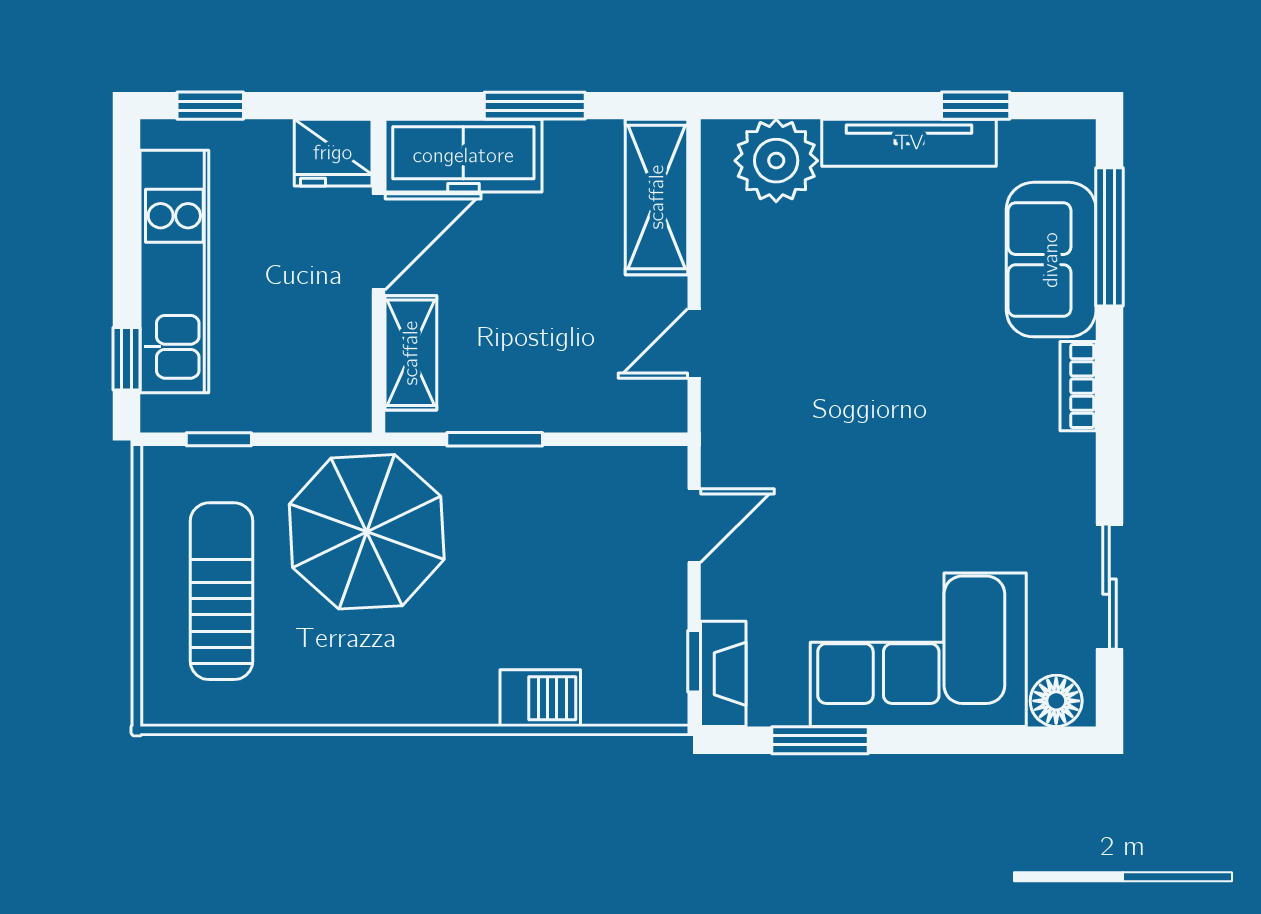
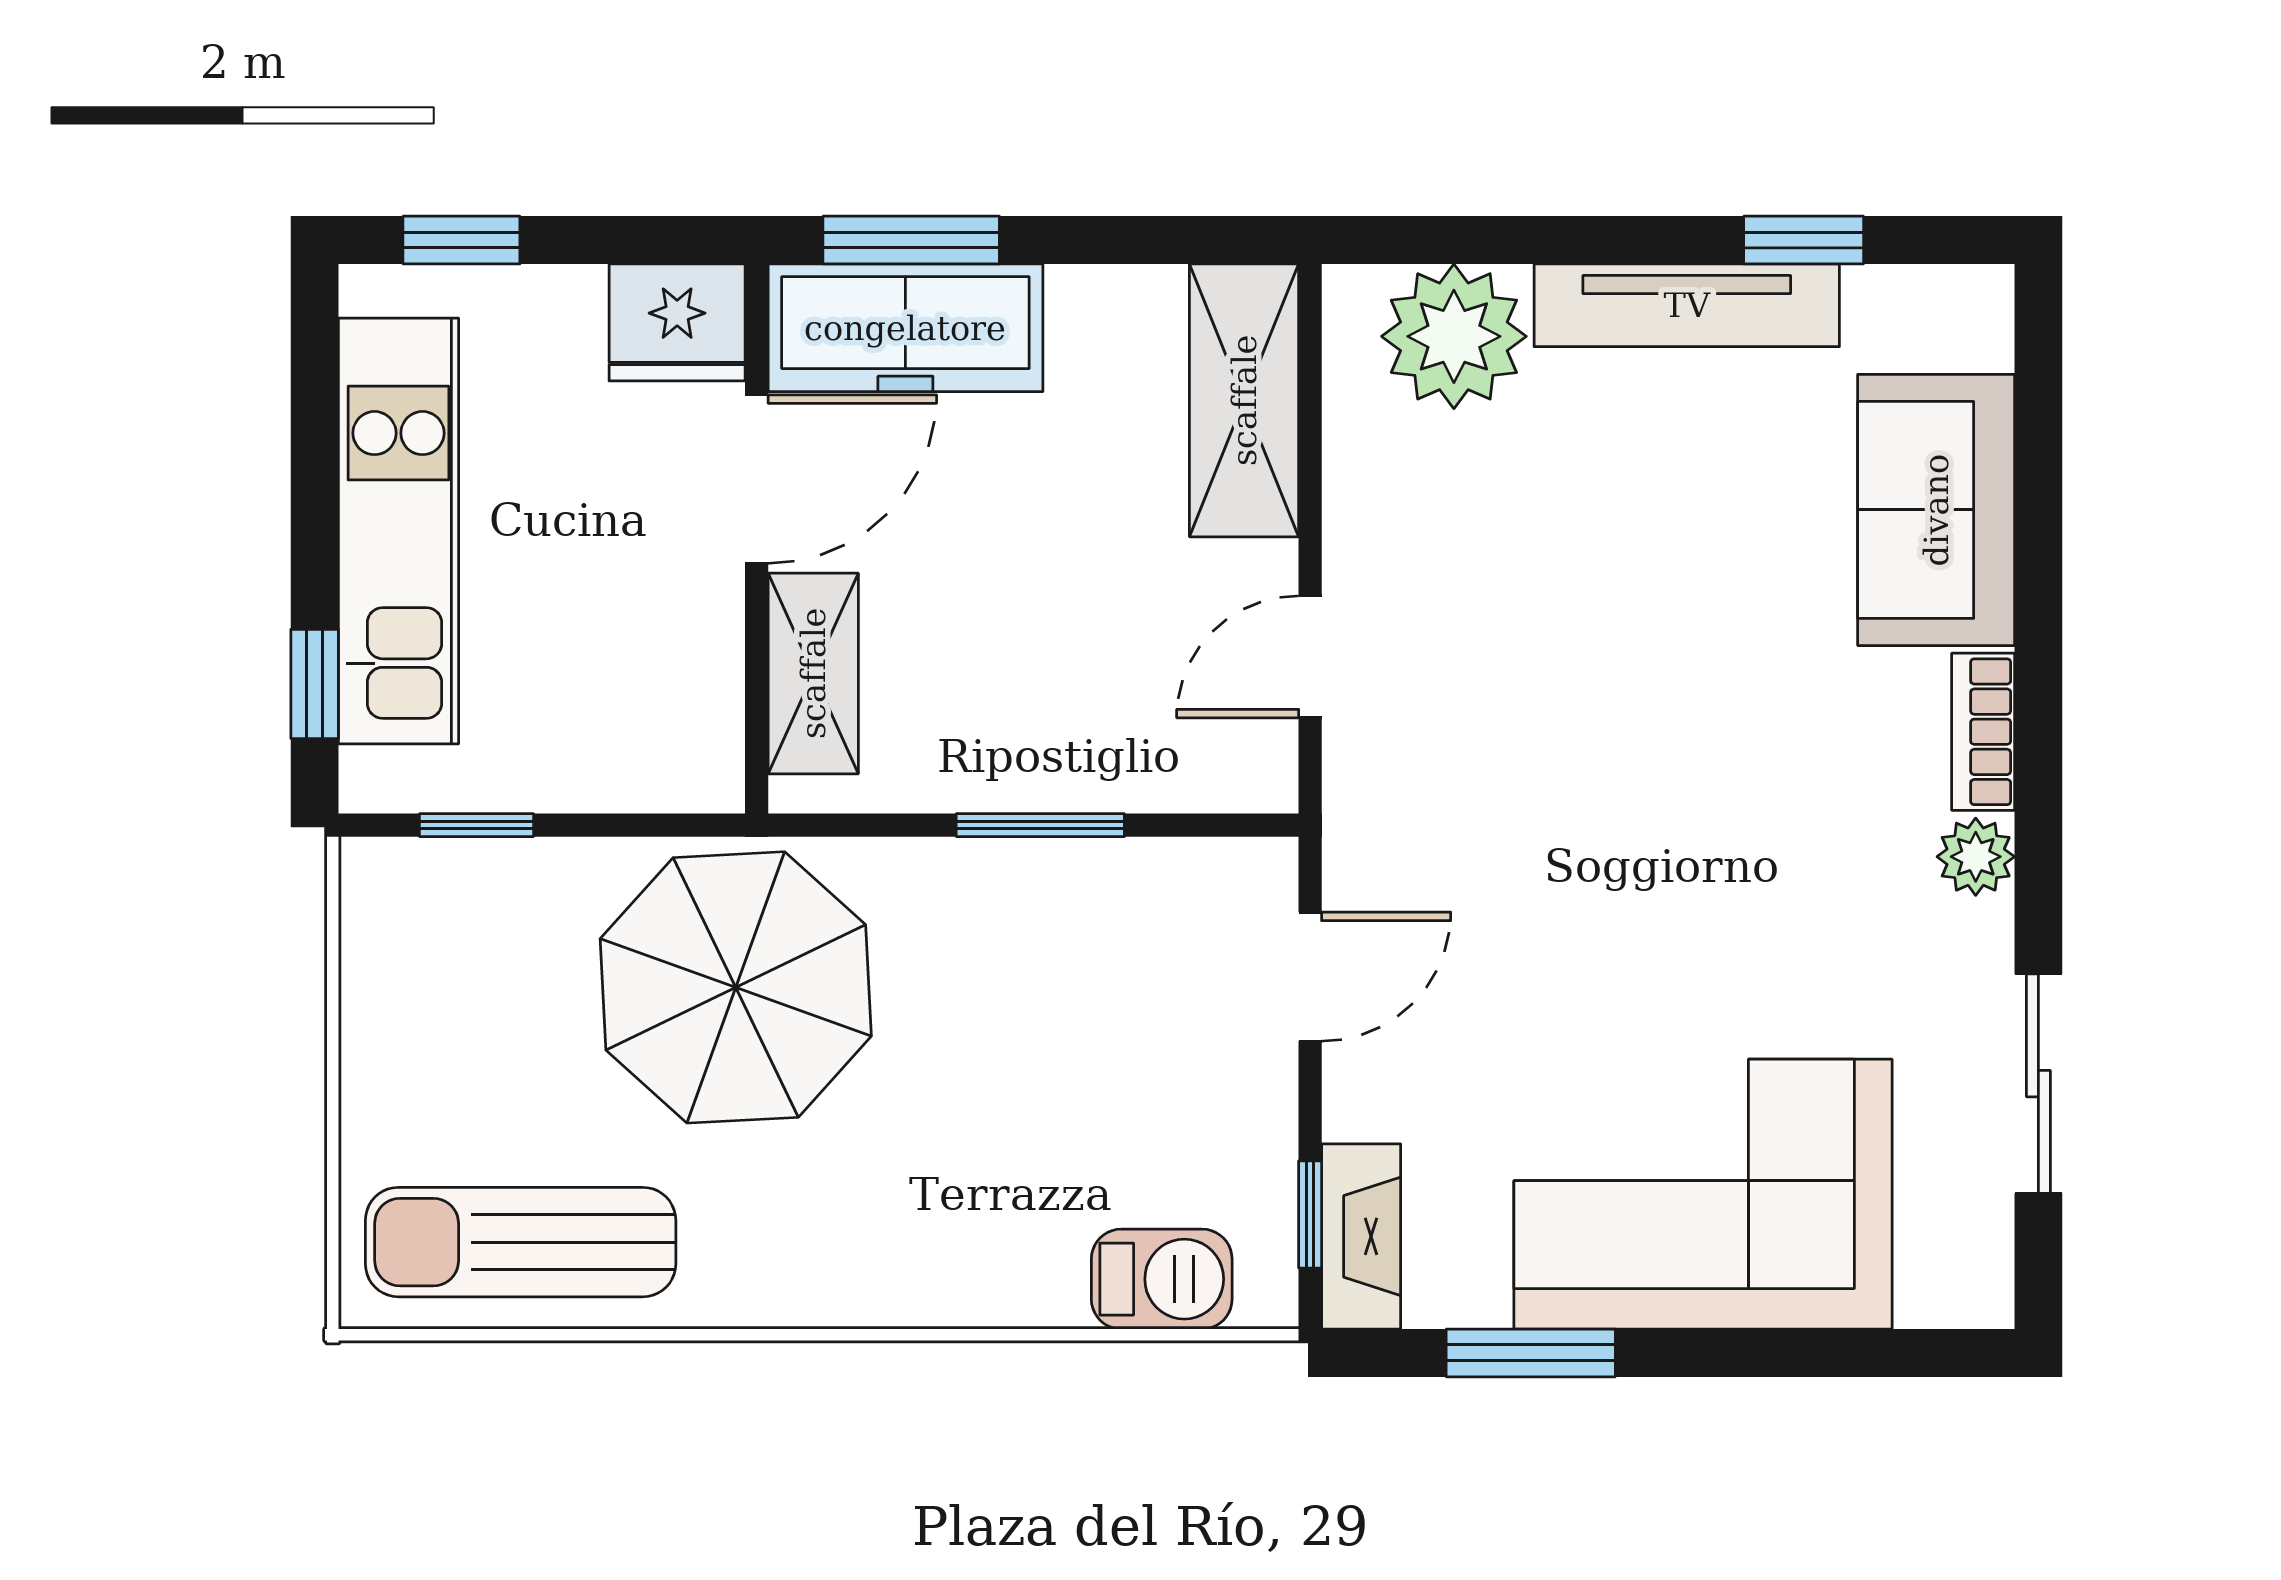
window: (535, 106) -> (911, 240), moved
window: (1109, 237) -> (2038, 470), removed
window: (495, 439) -> (1040, 825), moved
plant: (1074, 457) -> (1976, 857), added
sun lounger: (221, 591) -> (521, 1242), moved, turned -90
barbecue: (540, 698) -> (1162, 1279), moved
floor lamp: (1056, 701) -> (1945, 1284), removed

